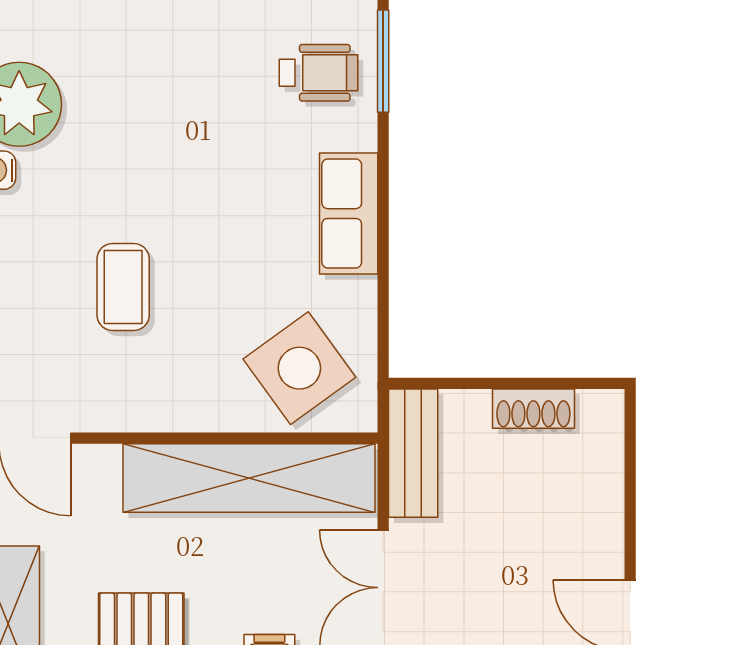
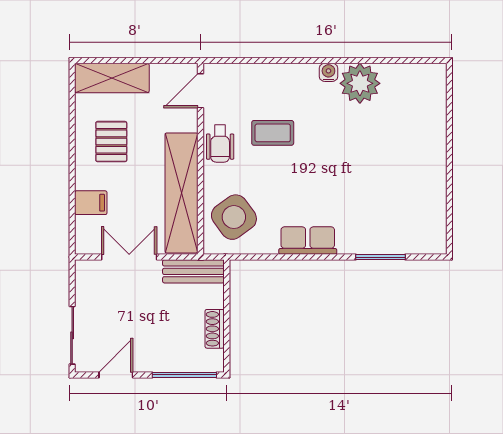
wheelchair: (318, 73) -> (220, 144), moved
window: (630, 472) -> (184, 375), added

